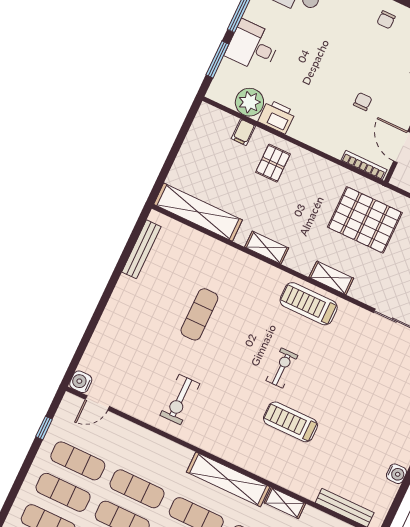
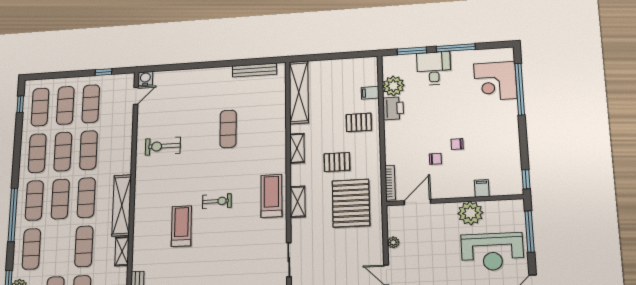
chair: (386, 20) -> (457, 144), moved
pallet: (308, 211) -> (337, 162), added
exercise mat: (199, 314) -> (228, 129), turned 90
door: (97, 403) -> (136, 96), swing flipped

